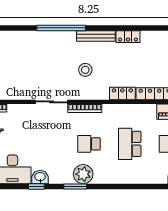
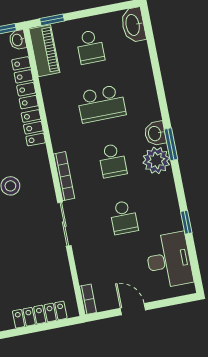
school desk: (48, 144) -> (124, 217), added
washbasin: (40, 177) -> (155, 133), moved
window: (75, 186) -> (171, 144), moved

